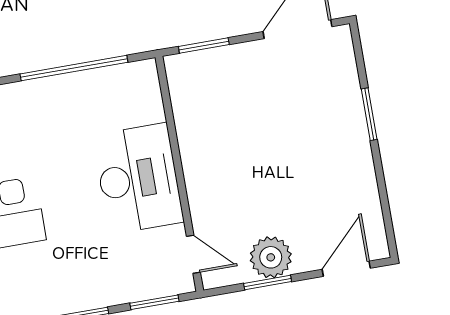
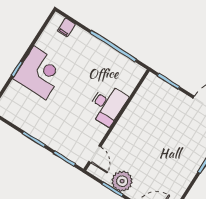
desk: (138, 179) -> (107, 105), width x0.73, depth x0.77

